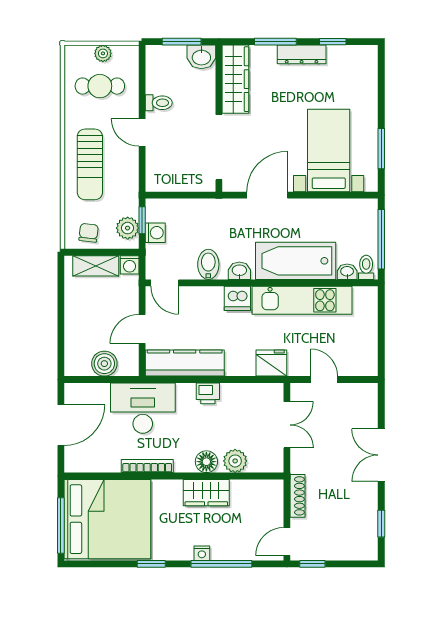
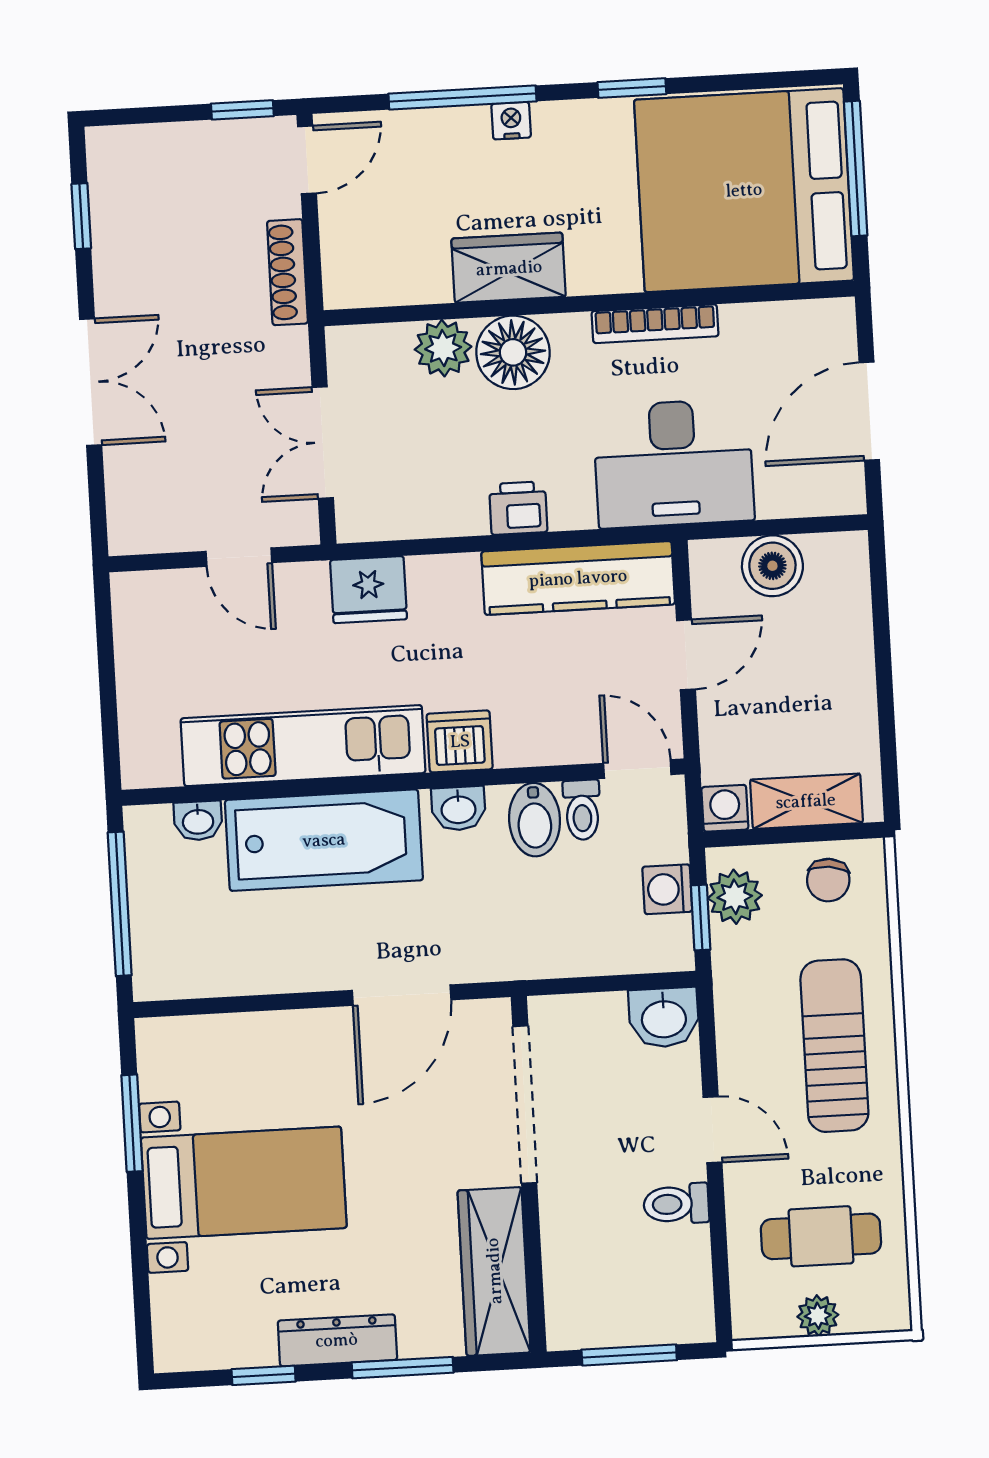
washbasin: (201, 57) -> (664, 1018), moved, turned 180
bed with nightstands: (329, 150) -> (244, 1183), moved, turned -90
toilet: (366, 267) -> (582, 810), moved
floor lamp: (206, 462) -> (513, 352), width x1.38, depth x1.38

